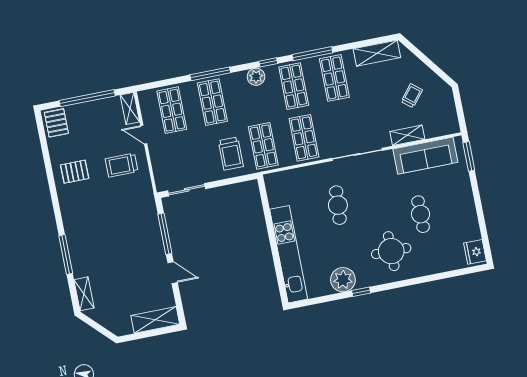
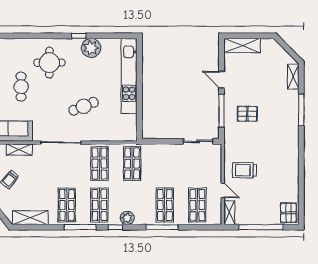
trolley: (231, 154) -> (158, 162), removed
trolley: (122, 165) -> (245, 170), turned 180
pallet: (75, 172) -> (247, 114), moved
cafe table: (338, 205) -> (84, 106), turned 64

